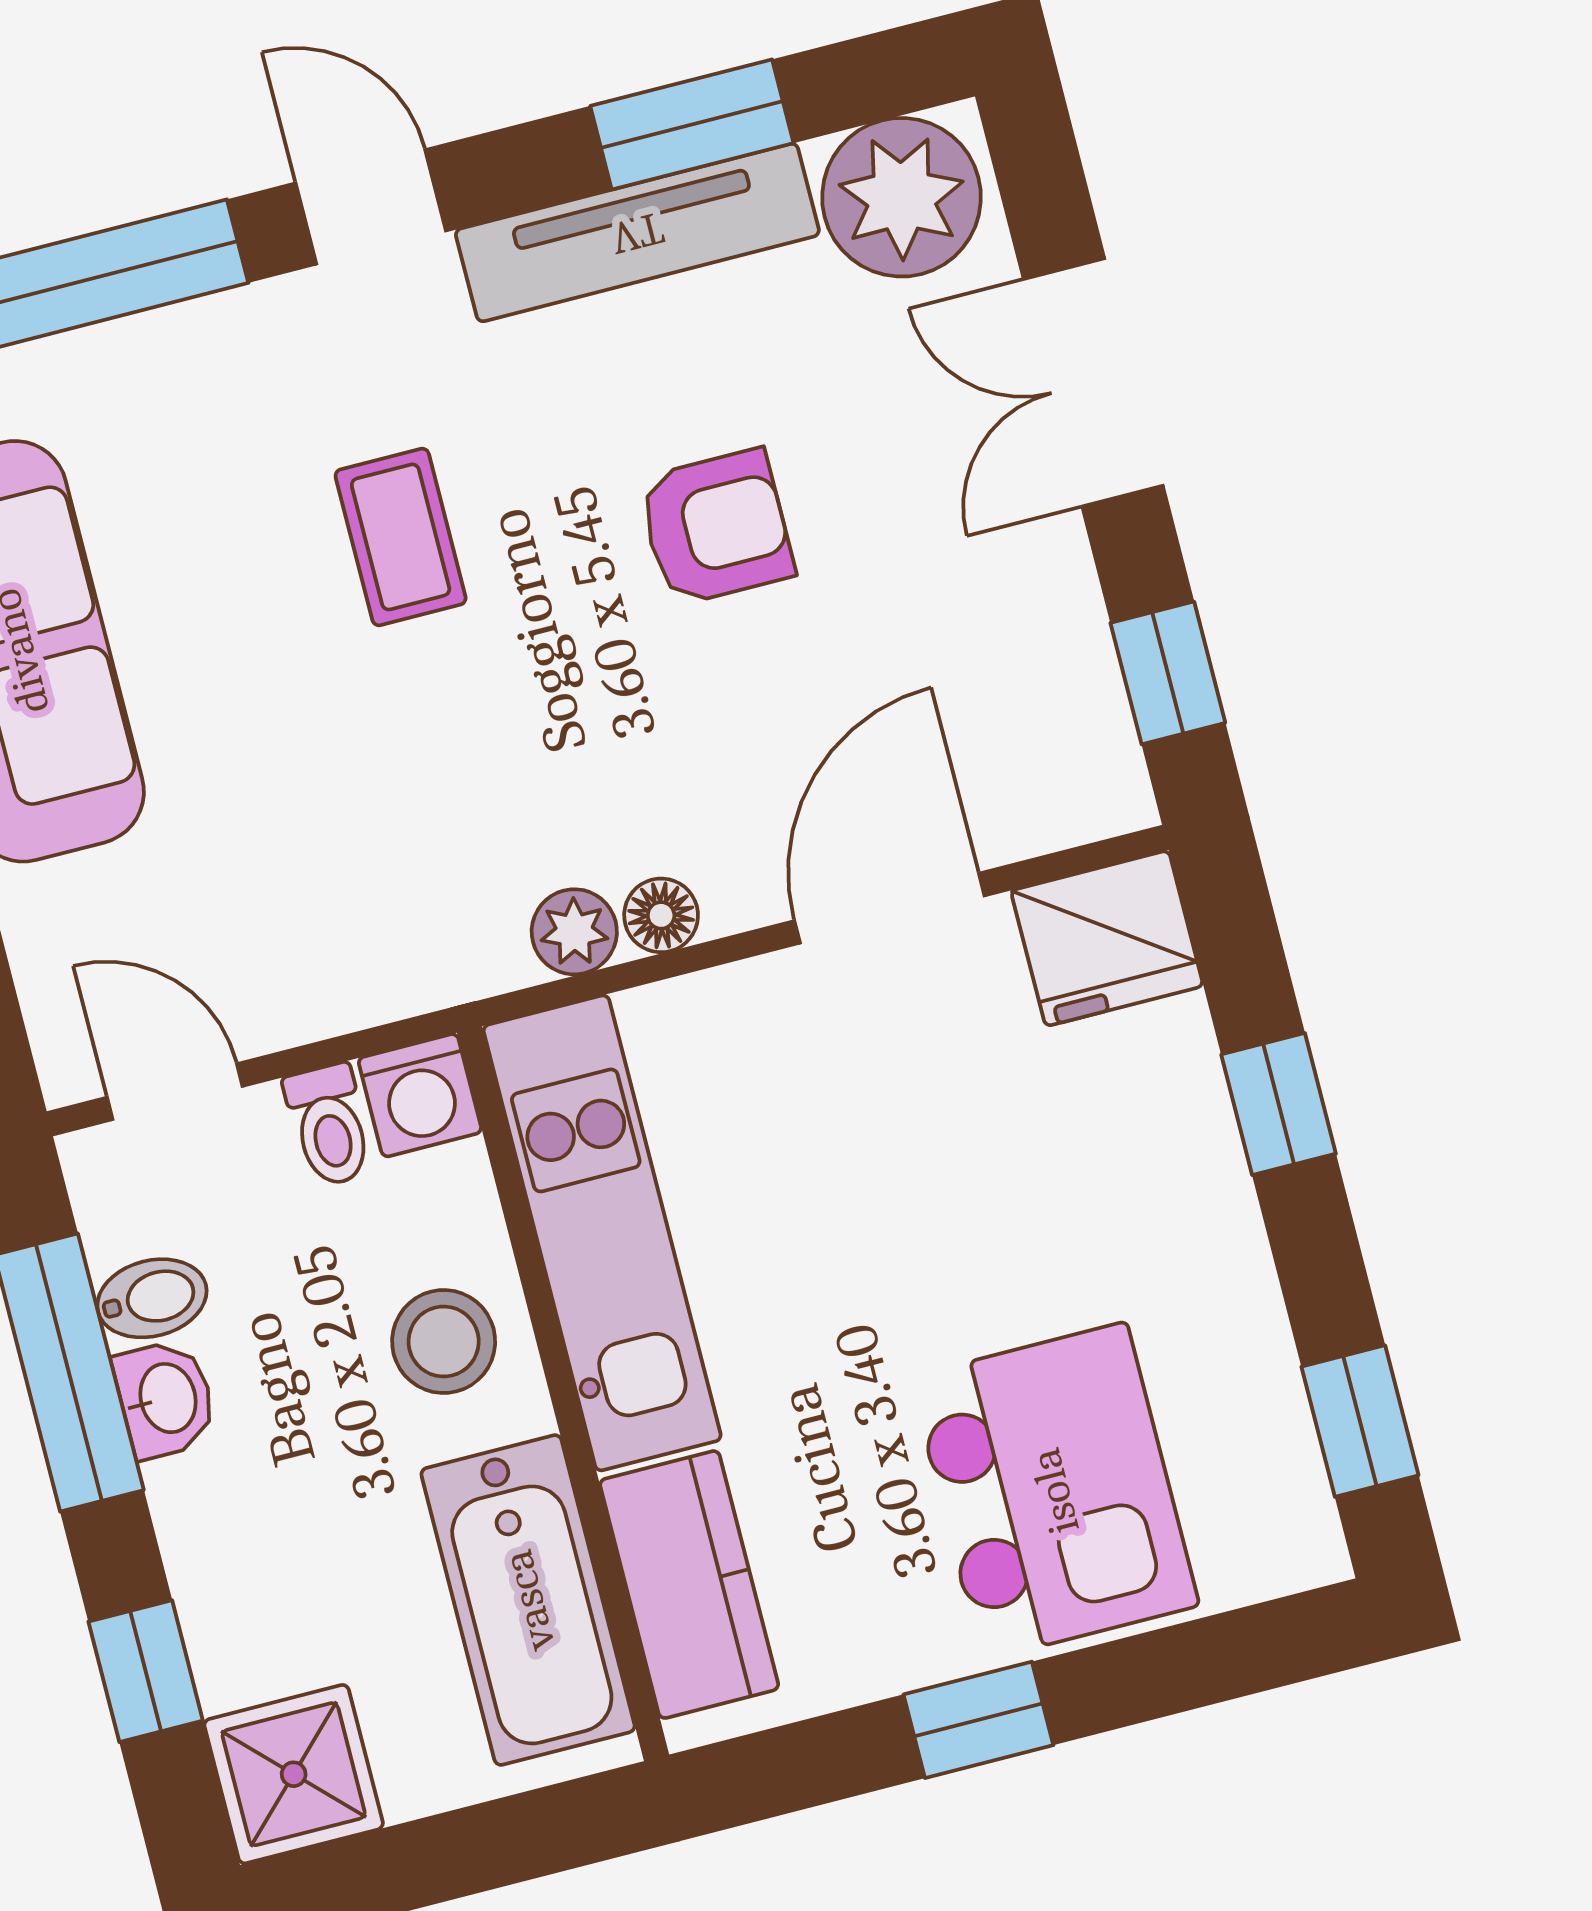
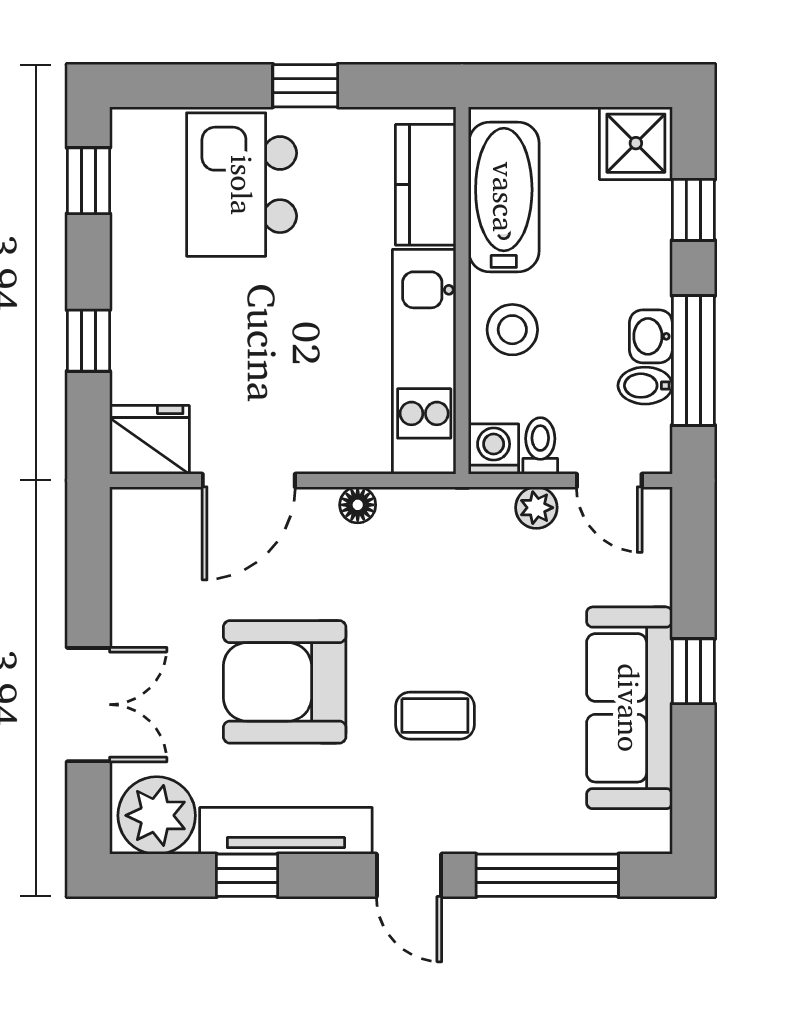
window: (692, 124) -> (247, 875), width x0.67
armchair: (716, 527) -> (285, 682), width x1.88, depth x1.88
coffee table: (401, 537) -> (435, 716), turned 90
window: (1168, 673) -> (88, 558), removed
plant: (574, 932) -> (536, 508), moved

